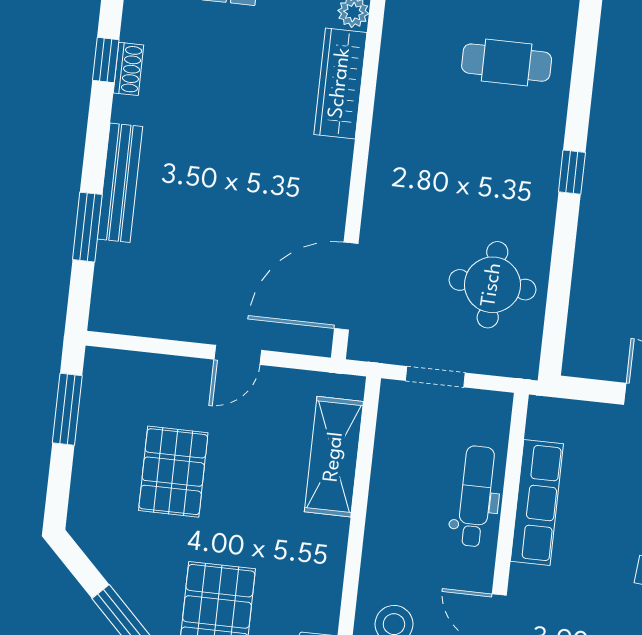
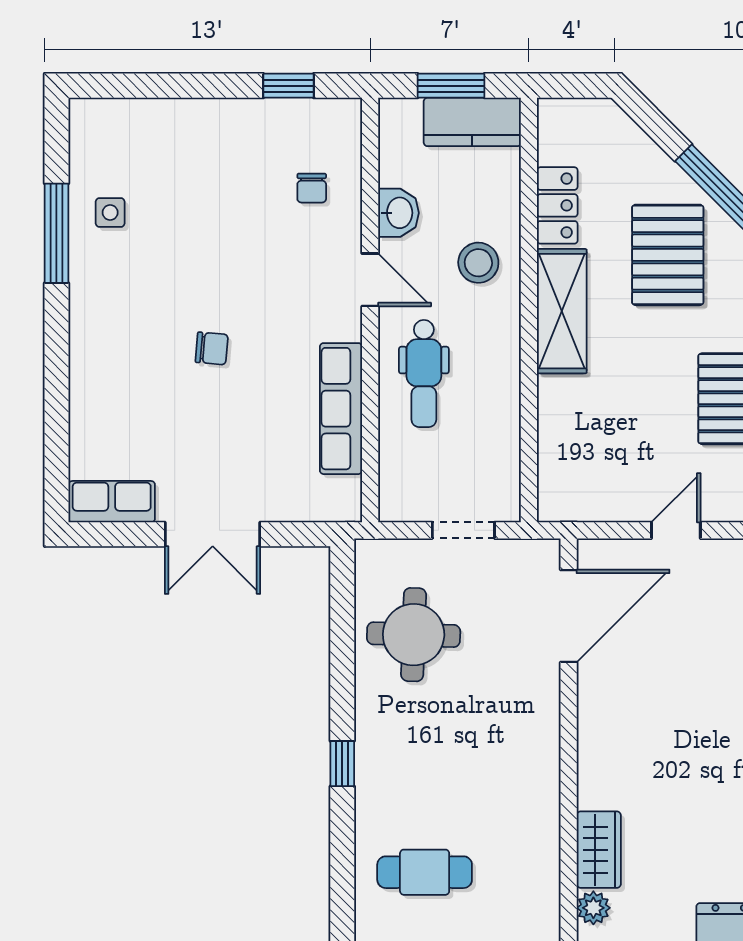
wardrobe: (340, 83) -> (599, 850), width x0.67
shelving: (334, 457) -> (562, 311), moved
dental chair: (476, 496) -> (424, 373), moved

